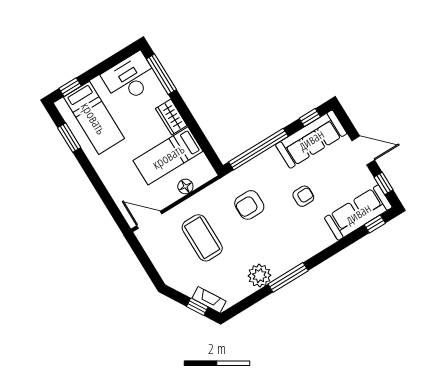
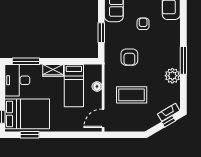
bed: (94, 118) -> (27, 114), width x1.50
window: (258, 149) -> (101, 33), width x0.47

